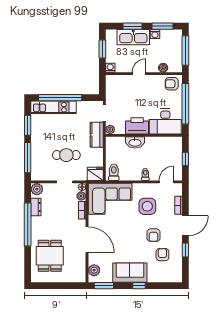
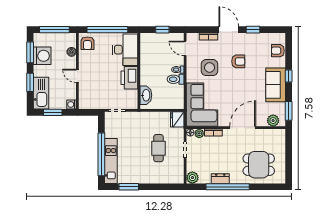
washing machine: (155, 34) -> (42, 56), width x1.89, depth x1.89
kitchen sink: (133, 37) -> (41, 93), moved
plant: (110, 129) -> (133, 105), removed
kitchen counter: (97, 135) -> (138, 118), removed
washbasin: (135, 142) -> (146, 95), moved
window: (28, 158) -> (161, 187), removed
toilet: (114, 172) -> (176, 79), moved
dresser: (36, 207) -> (220, 179), moved
armchair: (162, 255) -> (278, 51), moved

